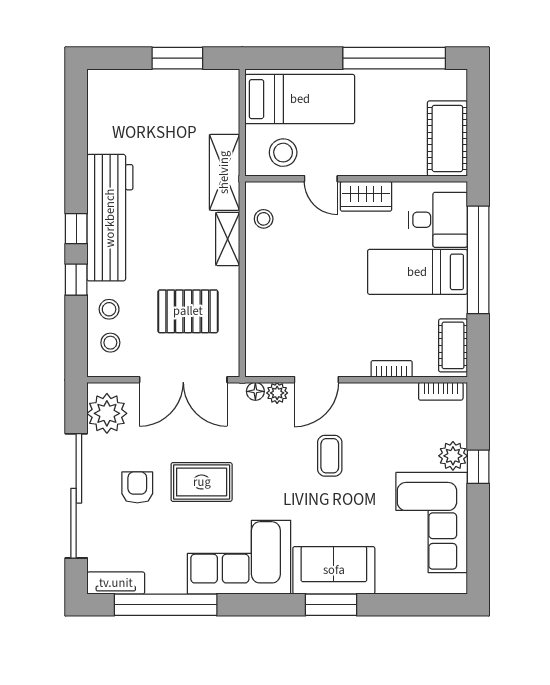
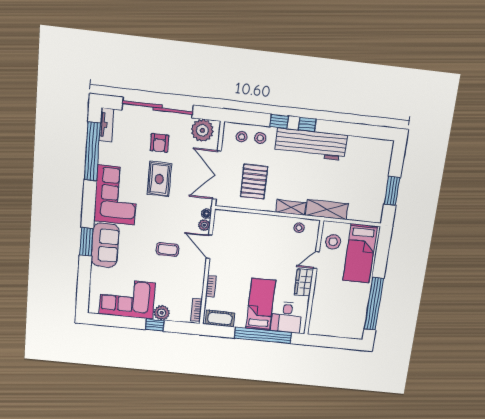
cot: (447, 138) -> (328, 326), removed
armchair: (137, 487) -> (159, 143), turned 90

